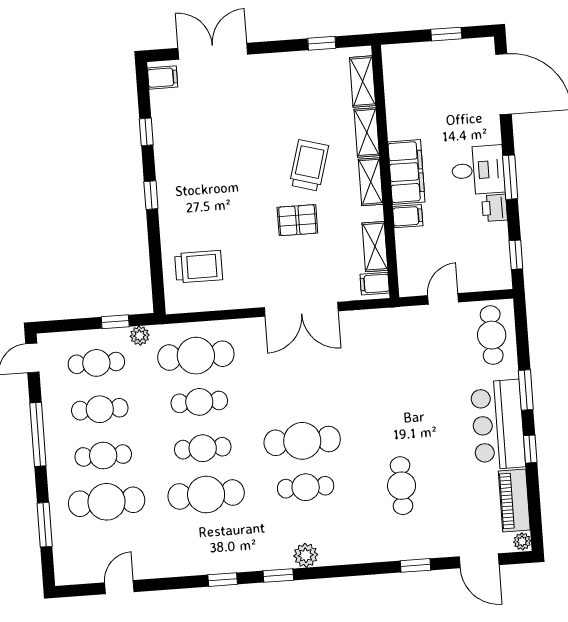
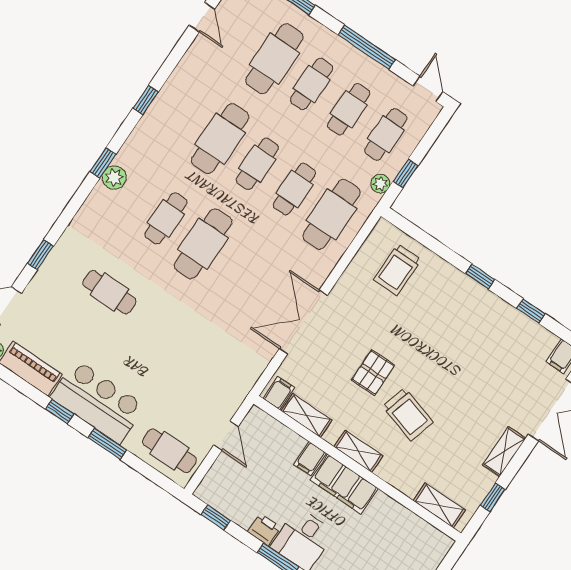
shelving: (367, 132) -> (504, 452), moved, turned 90
window: (278, 576) -> (103, 163), moved

